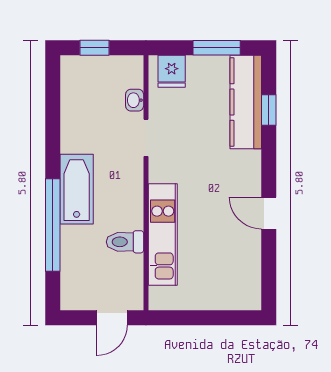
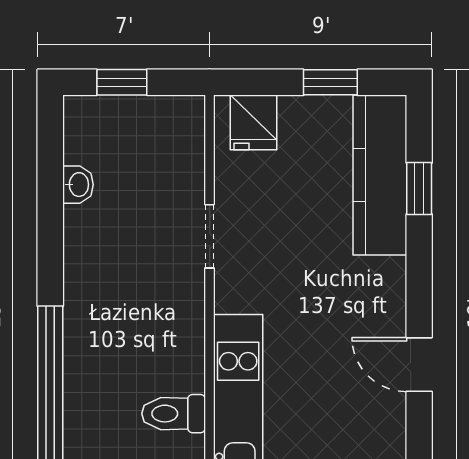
window: (217, 48) -> (330, 82), width x0.67
washbasin: (135, 100) -> (78, 185), moved, turned 180
bathtub: (77, 189) -> (91, 324), removed

